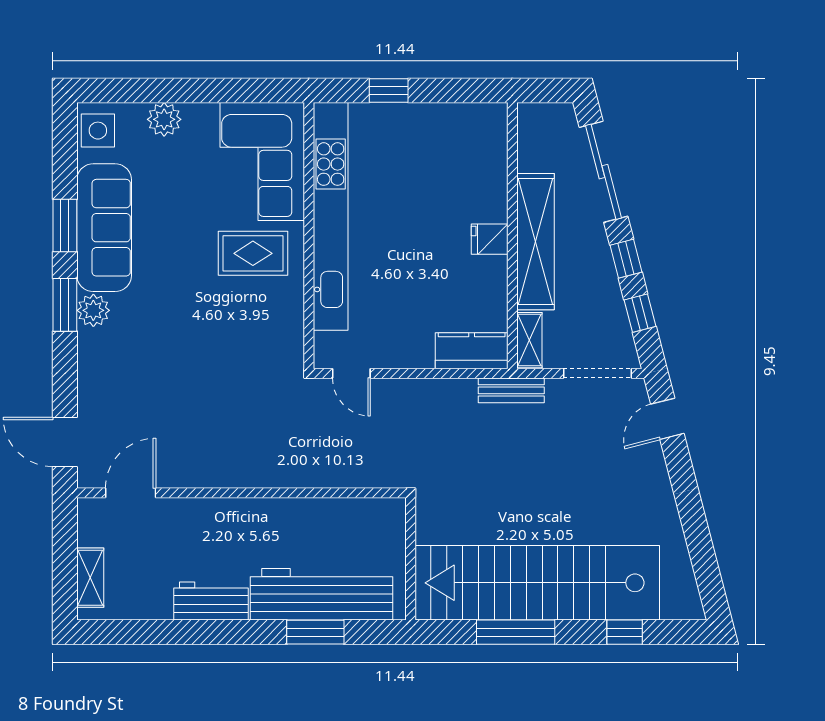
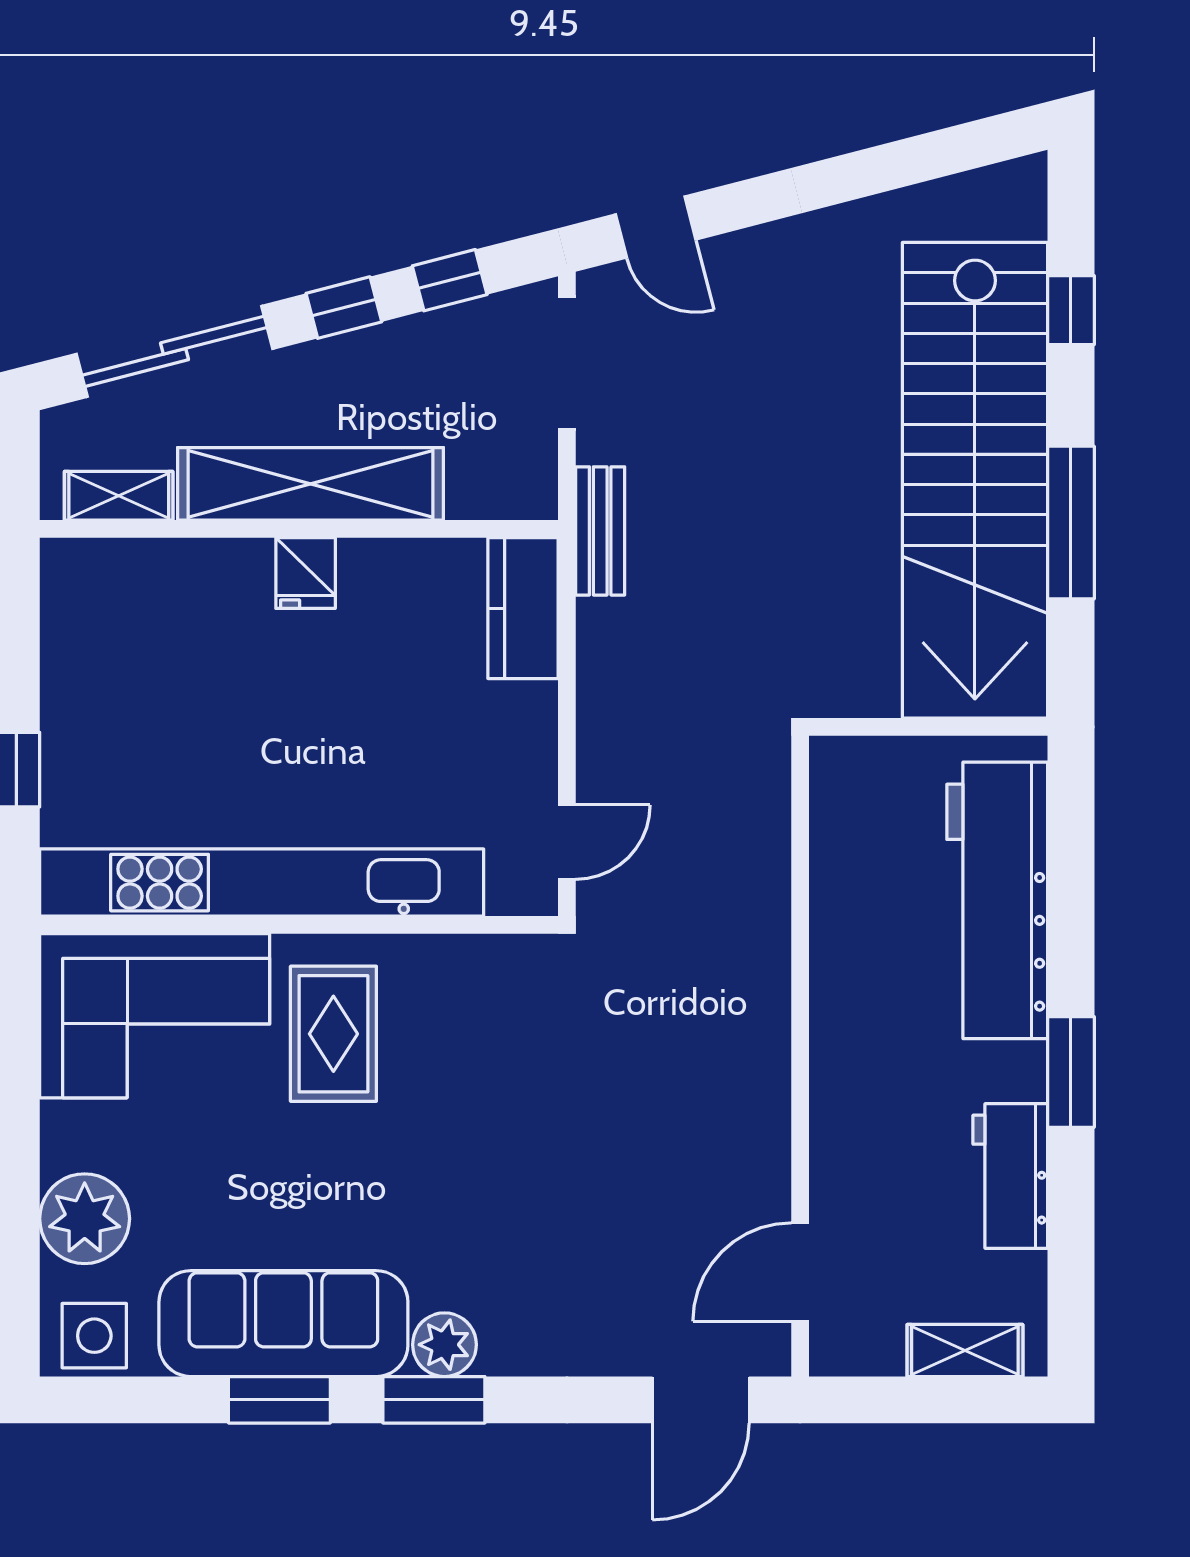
plant: (164, 119) -> (85, 1219), width x1.36, depth x1.36
shelving: (529, 340) -> (119, 496), moved
door: (131, 493) -> (800, 1272), hinge flipped
workbench: (211, 601) -> (1010, 1176), moved
window: (315, 632) -> (1071, 1072), moved

